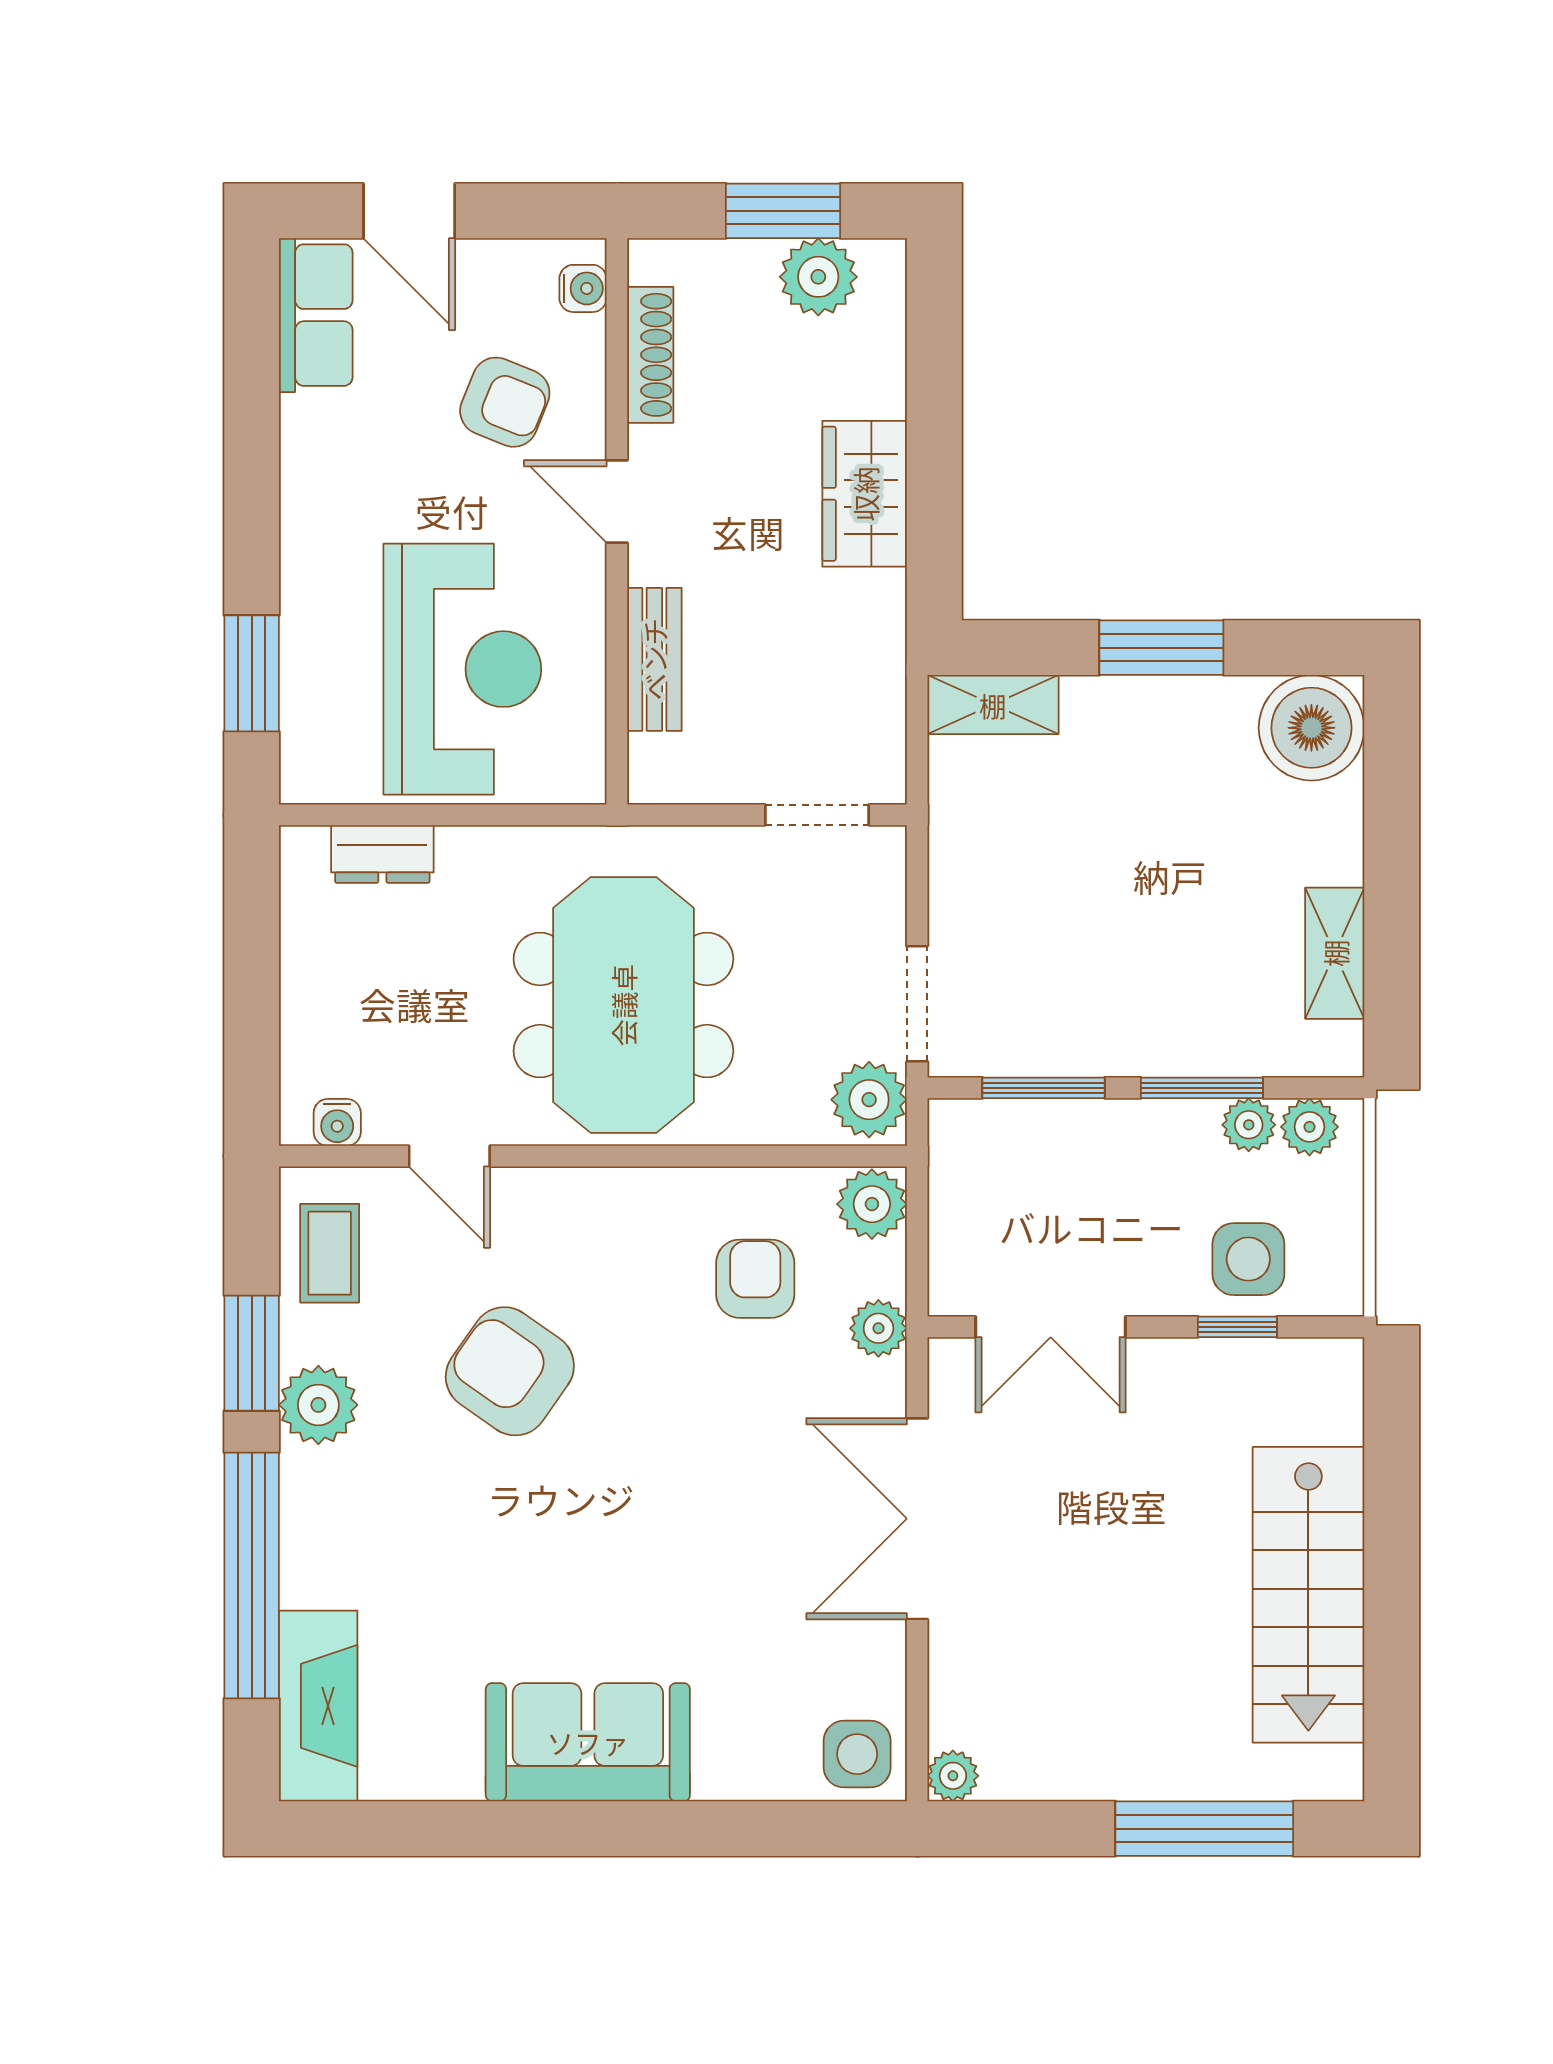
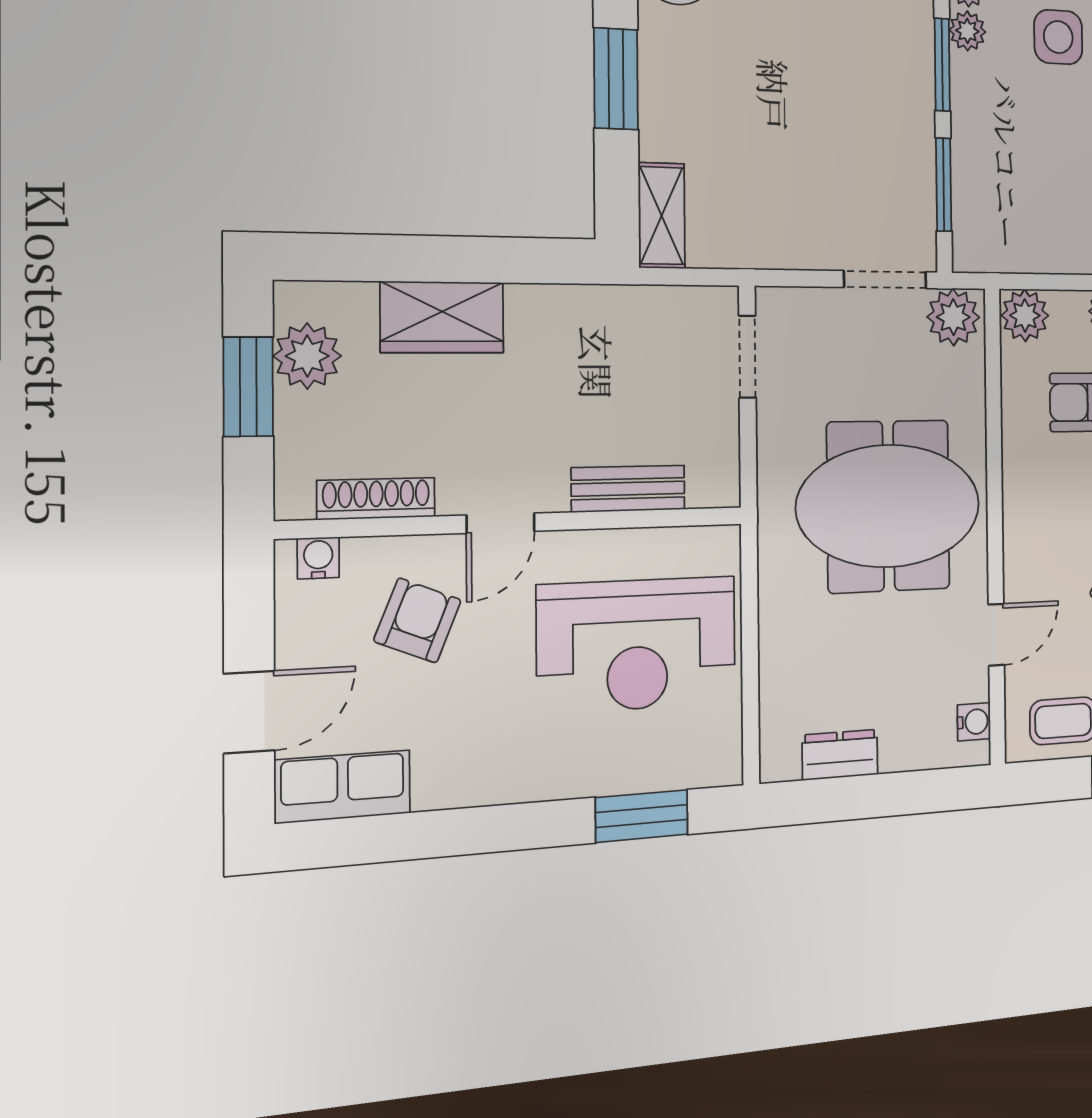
wardrobe: (865, 494) -> (442, 317), moved
reception desk: (462, 669) -> (637, 644), turned 180
dresser: (382, 854) -> (840, 755), moved, turned -90

